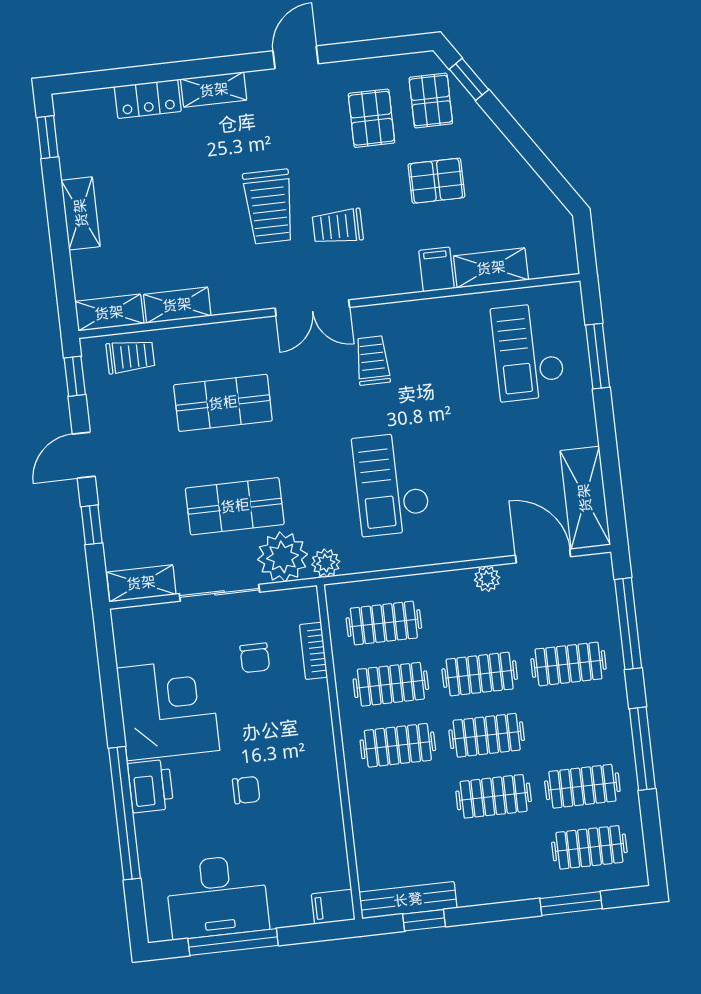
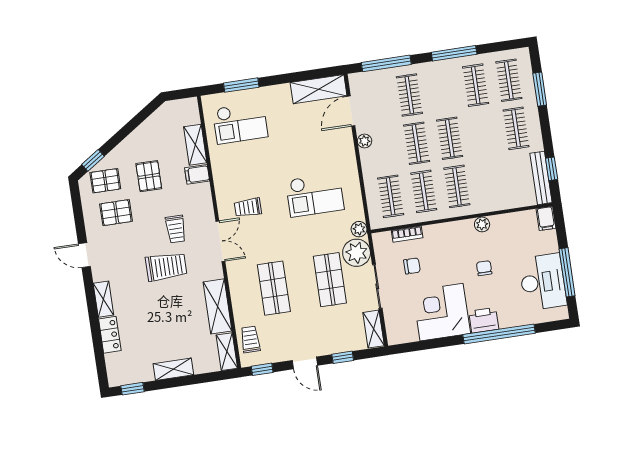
shelving: (177, 305) -> (218, 306), width x1.50, depth x1.33
plant: (326, 789) -> (482, 224), added
clothes rail: (494, 796) -> (516, 128), moved

